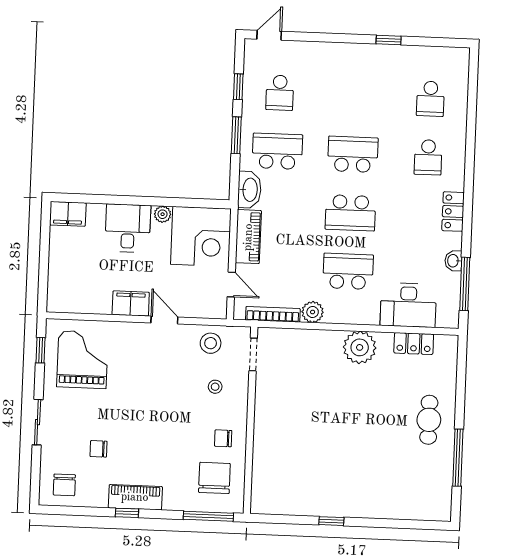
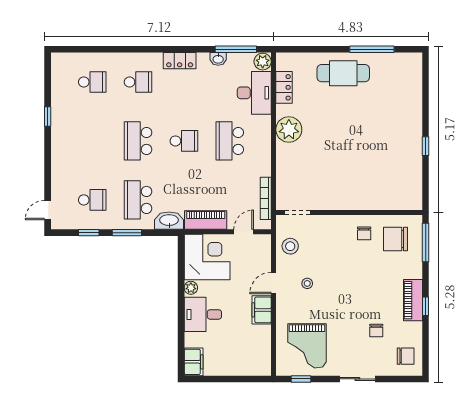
door: (269, 35) -> (48, 210), hinge flipped
school desk: (350, 213) -> (184, 141), width x0.54
plant: (313, 312) -> (263, 62), moved
grand piano: (82, 360) -> (307, 346), turned -90
stool: (215, 387) -> (307, 283), moved
cafe table: (429, 420) -> (343, 73), width x1.37, depth x1.35

